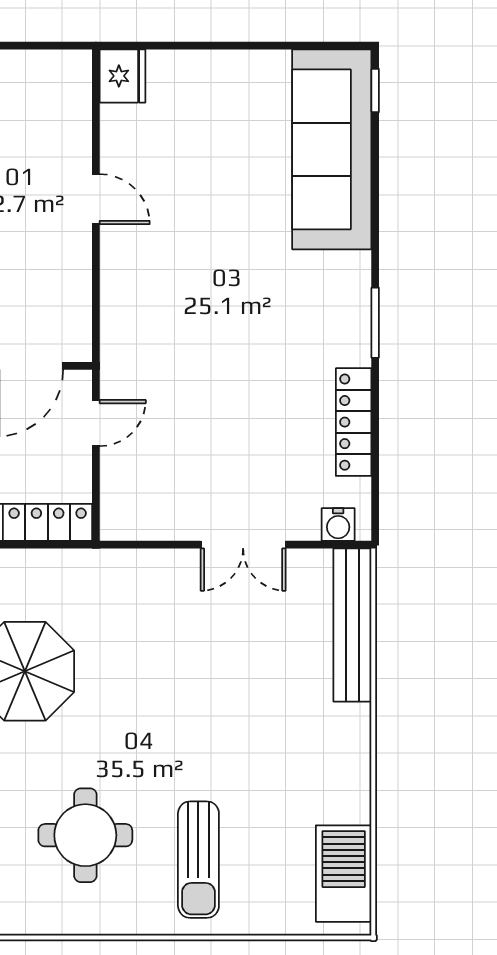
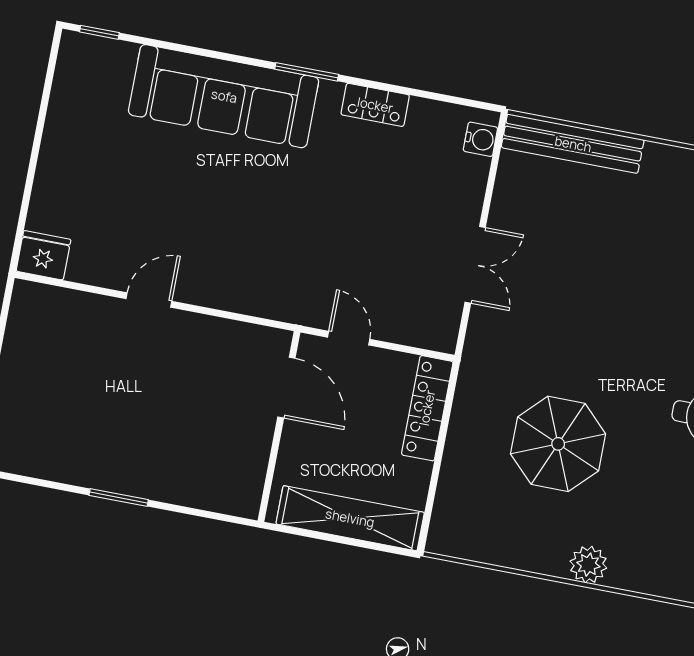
sofa: (332, 149) -> (224, 96), moved
locker: (354, 422) -> (375, 105), width x0.66
double door: (243, 545) -> (475, 265), moved

